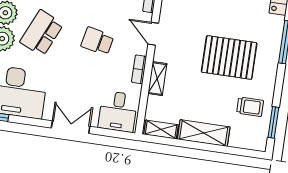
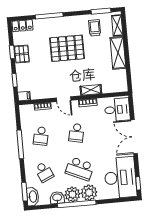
door: (153, 34) -> (64, 99), hinge flipped
pallet: (229, 57) -> (67, 48), turned 90
double door: (71, 127) -> (134, 137), width x1.37
shelving: (161, 130) -> (117, 25), moved

